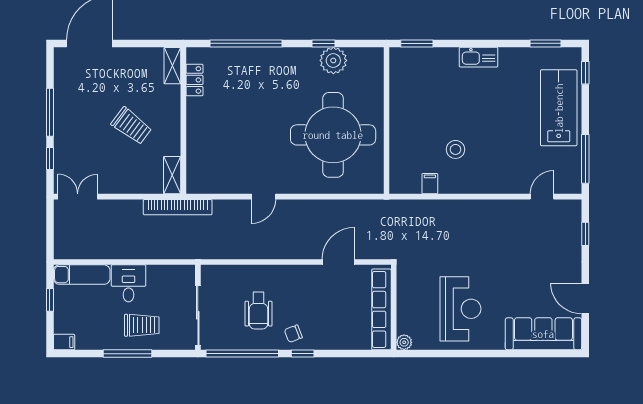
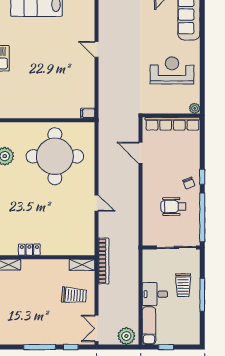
locker: (194, 80) -> (29, 250), moved
trolley: (131, 126) -> (74, 295), moved, turned 57
stool: (456, 149) -> (65, 74), removed
filing cabinet: (430, 184) -> (88, 113), moved
door: (542, 197) -> (97, 49), moved
plant: (66, 241) -> (126, 336), added
wheelchair: (258, 311) -> (173, 207), turned 180
trolley: (142, 325) -> (183, 285), turned 180
filing cabinet: (64, 342) -> (194, 338), removed

